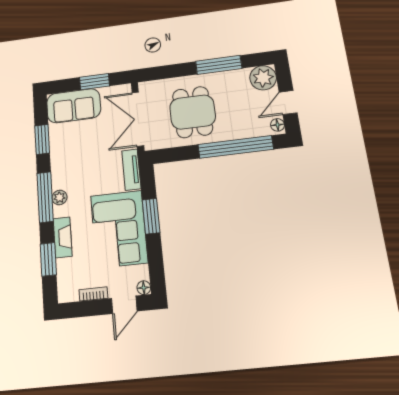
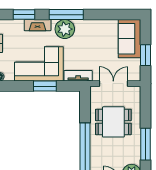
double door: (138, 119) -> (113, 84), width x0.73
window: (42, 139) -> (107, 15), removed
plant: (59, 197) -> (65, 29), width x1.87, depth x1.87

